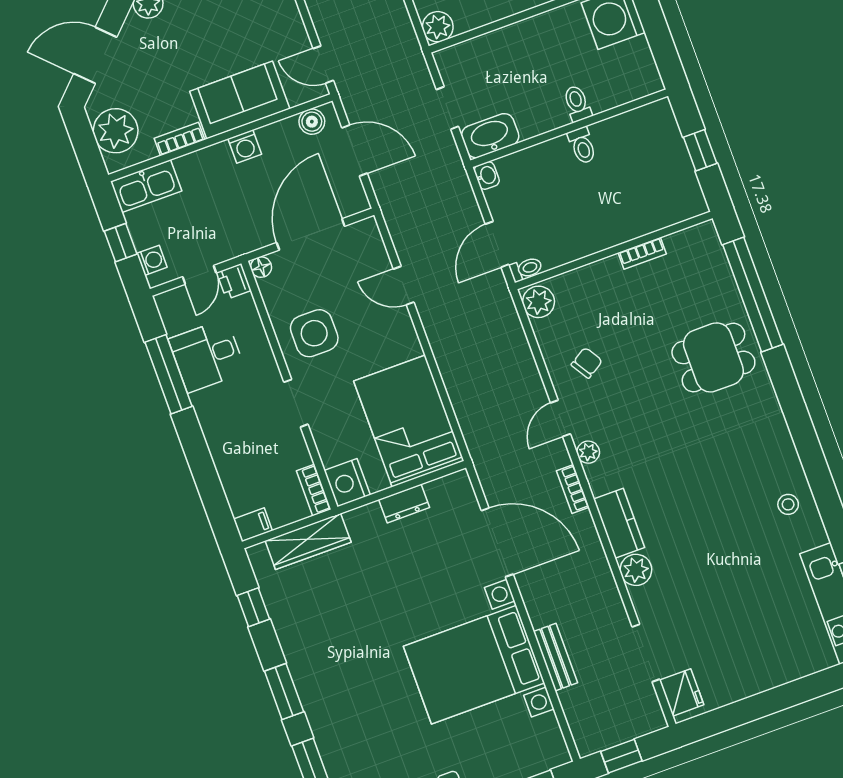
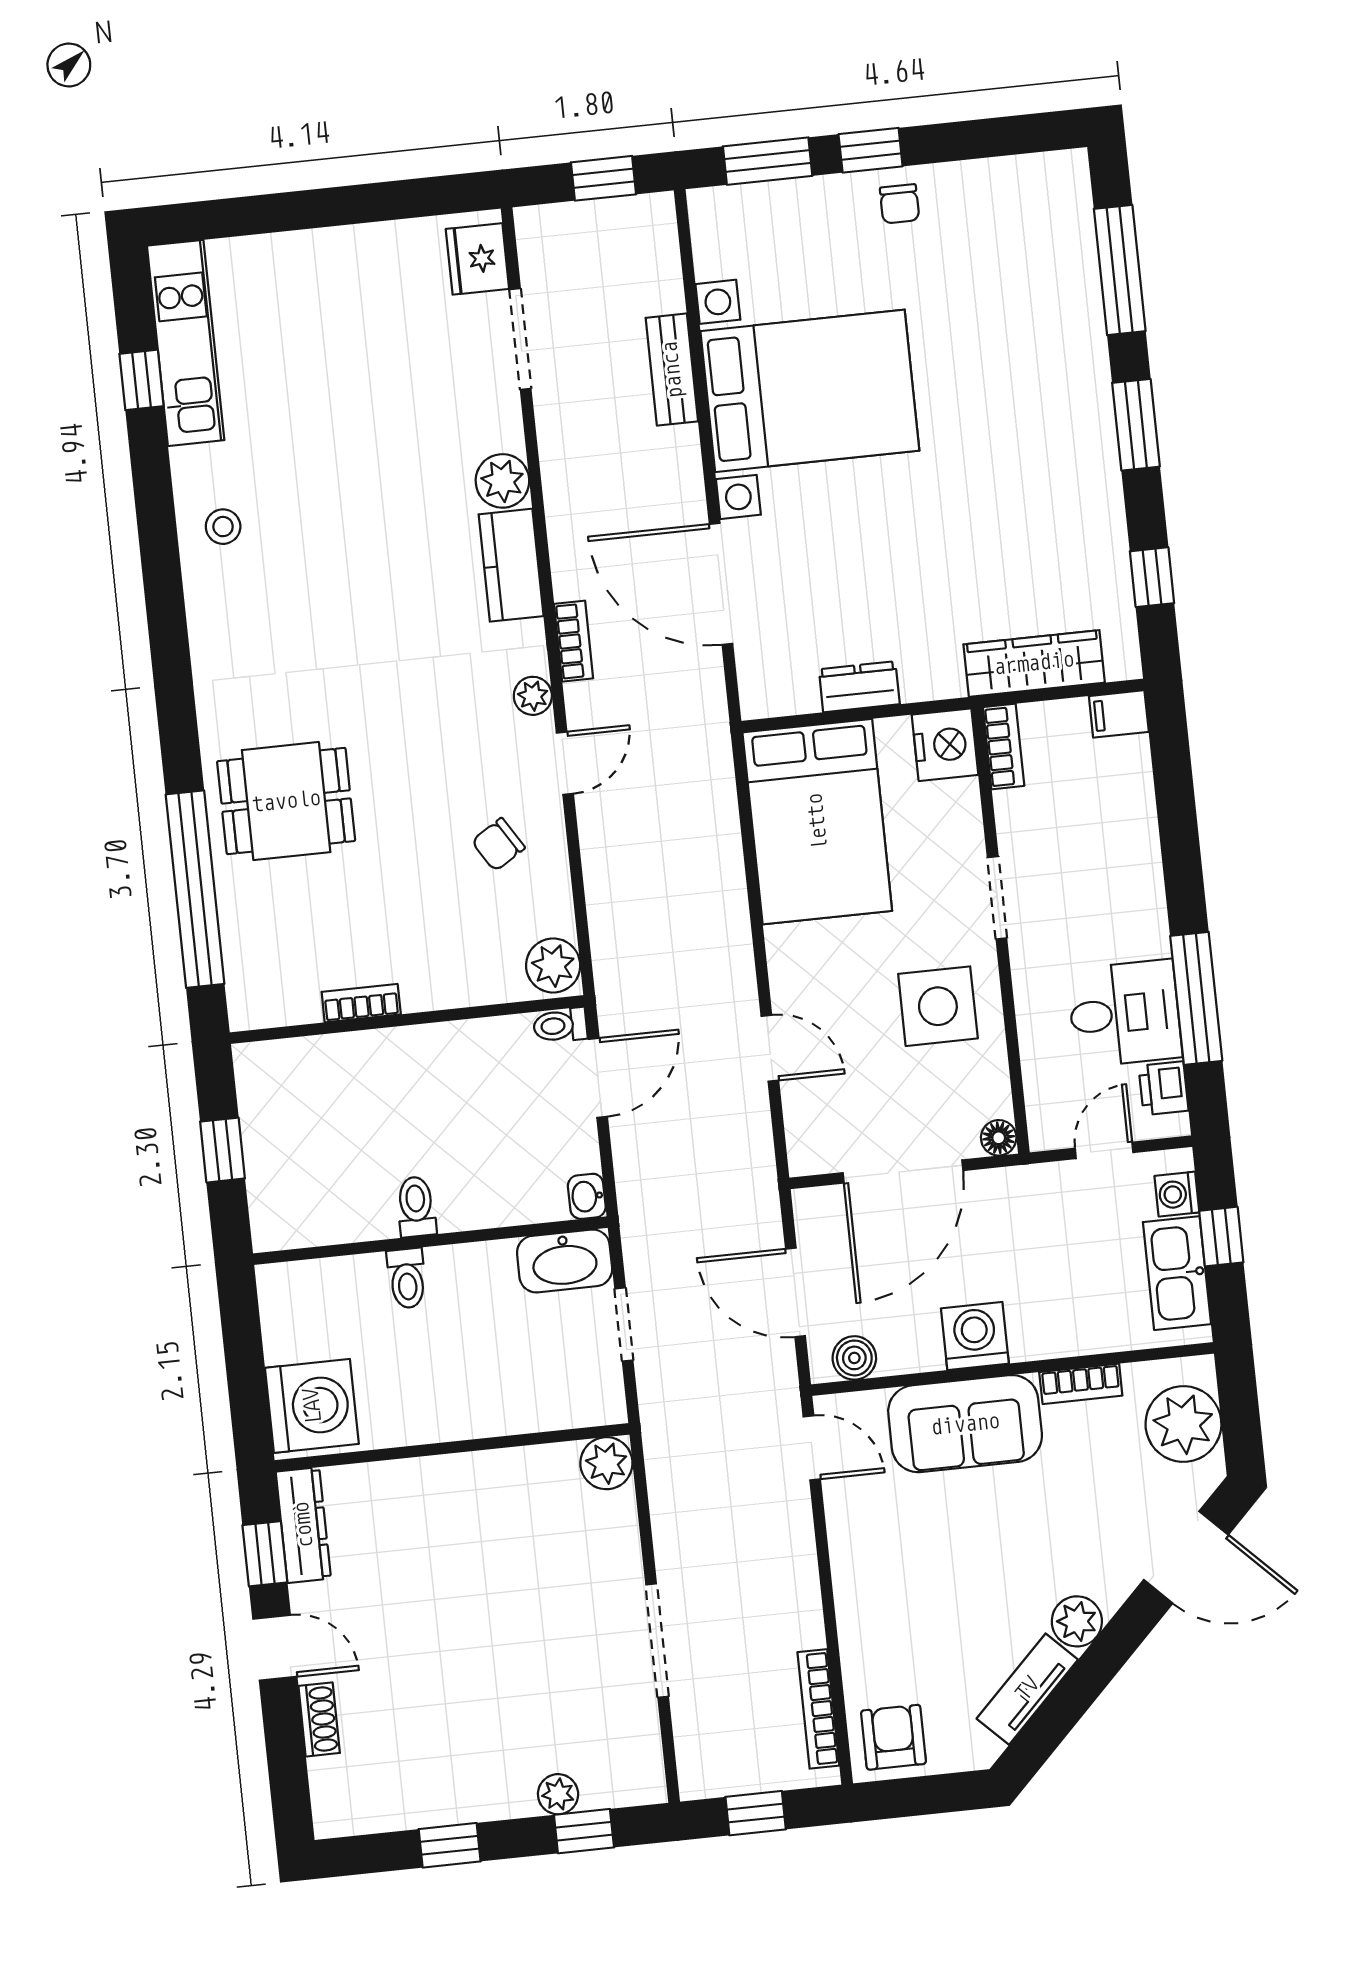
washing machine: (245, 146) -> (975, 1336), width x1.38, depth x1.38
kitchen sink: (146, 186) -> (1177, 1273), moved, turned -90
printer: (234, 281) -> (1163, 1088), moved, turned 180

